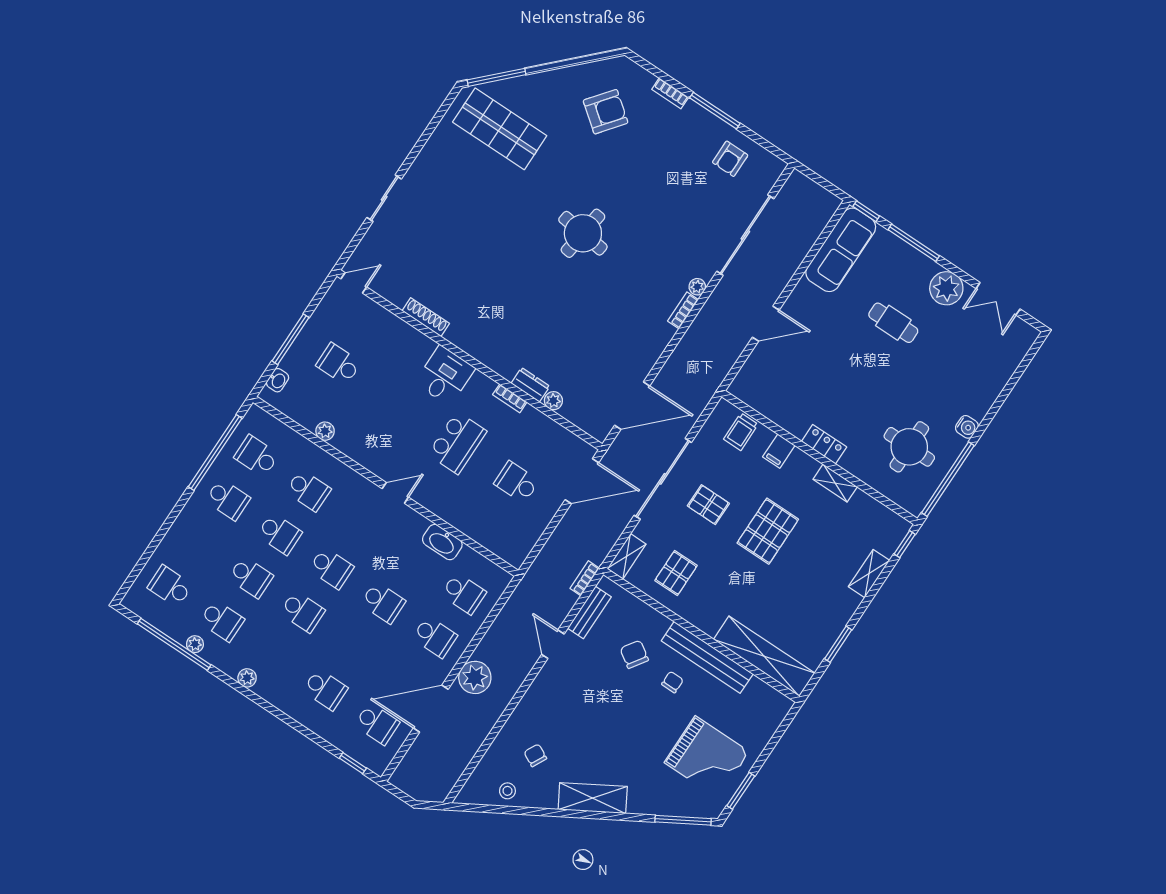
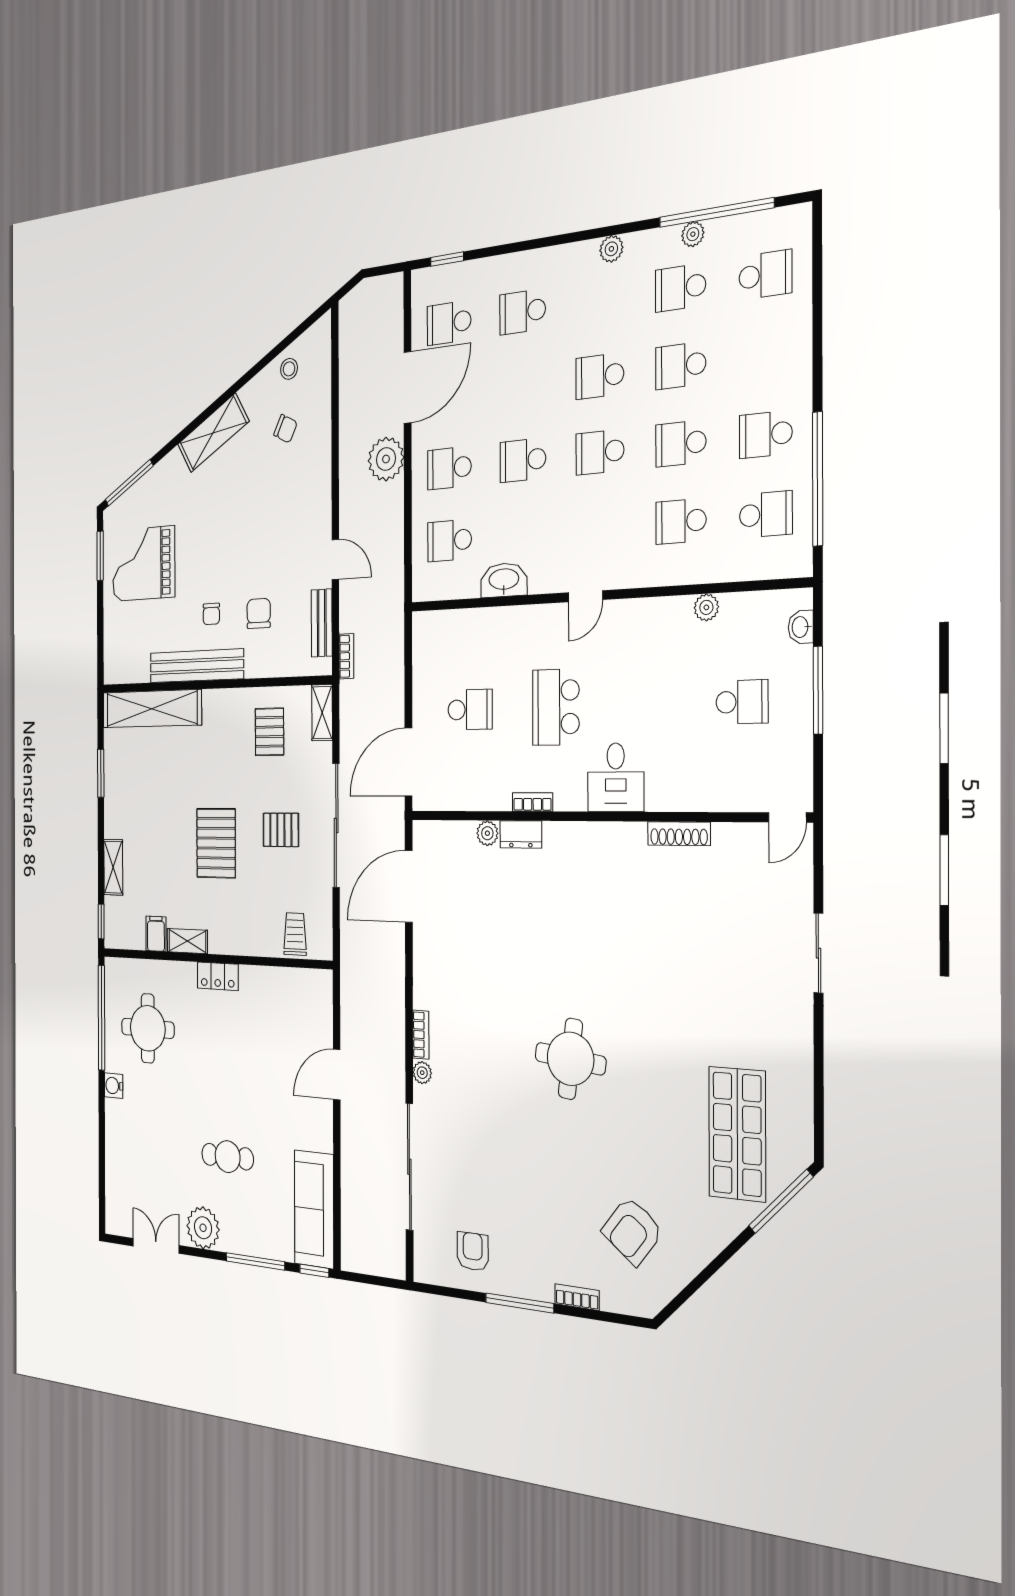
shop shelf: (500, 129) -> (737, 1134), turned 90
filing cabinet: (779, 451) -> (156, 934), moved
chair: (634, 654) -> (259, 613), turned -124

